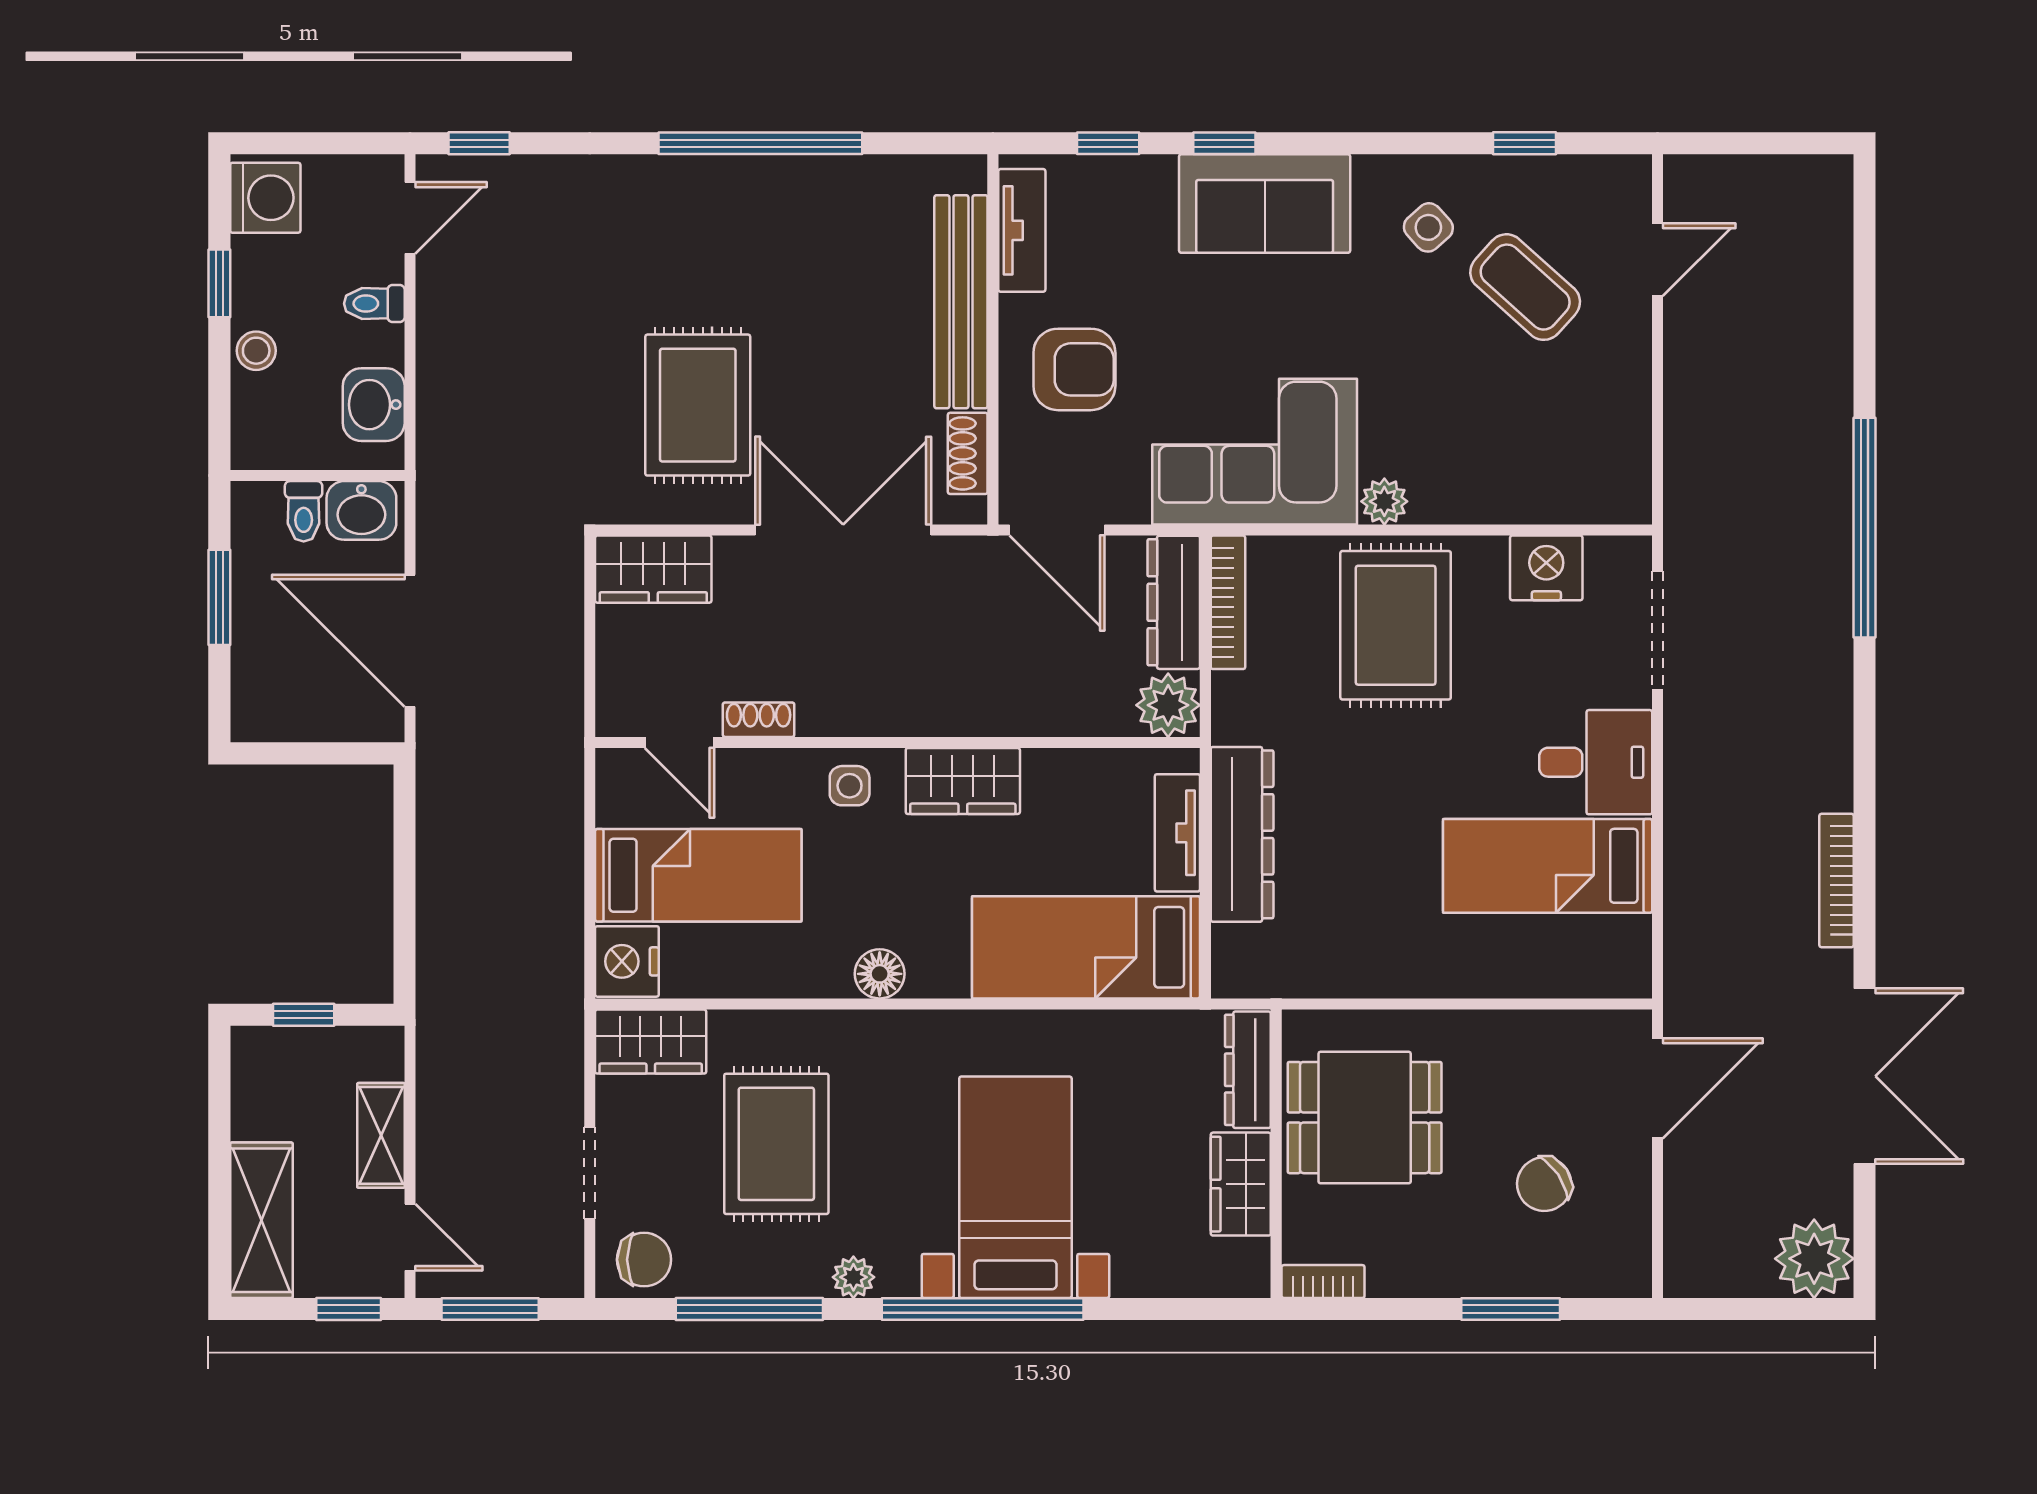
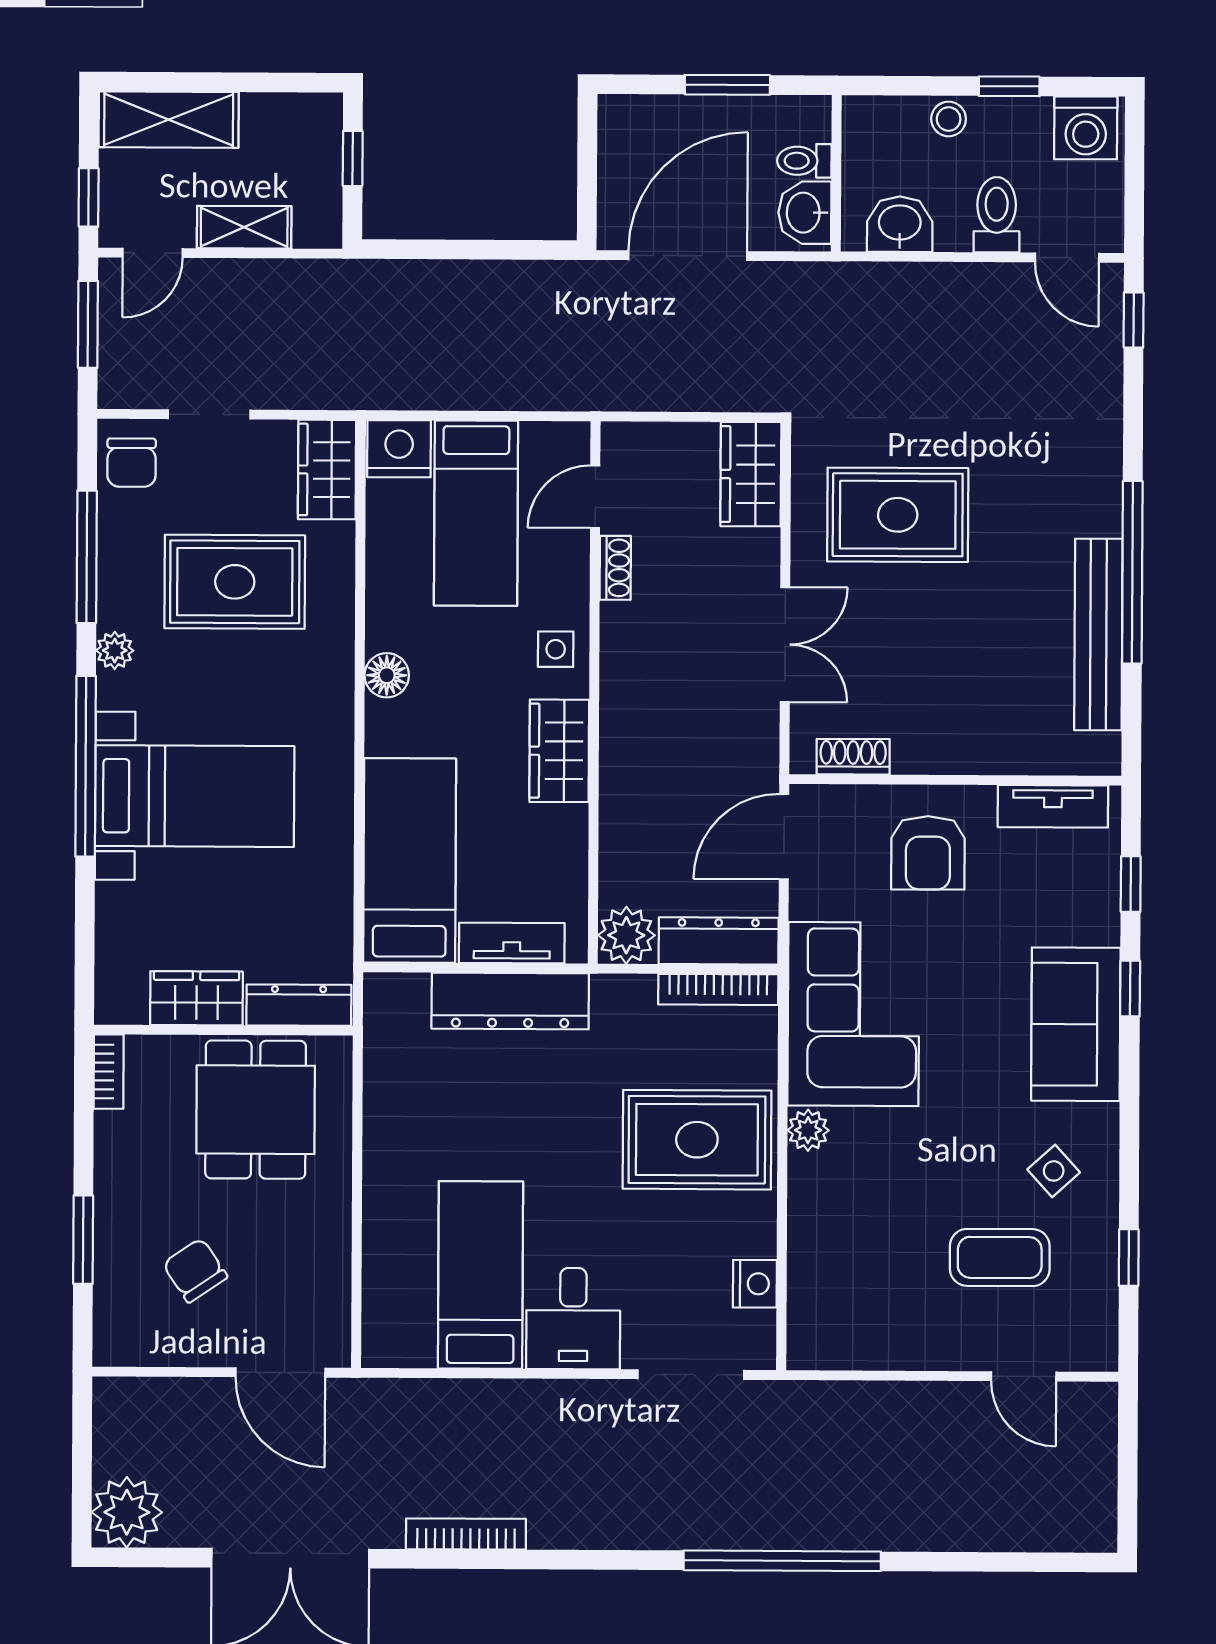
coffee table: (1525, 287) -> (1000, 1257), turned 48
bench: (961, 302) -> (1098, 634), moved, turned 90
toilet: (374, 304) -> (997, 215), width x1.37, depth x1.39
double door: (843, 530) -> (785, 645), width x0.73
nightstand: (1546, 568) -> (755, 1284), width x0.74, depth x0.75

